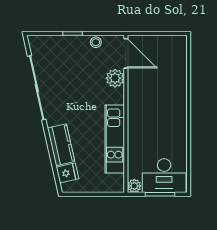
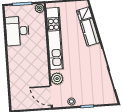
kitchen unit: (115, 139) -> (55, 38), width x1.36
desk: (164, 176) -> (17, 31), moved, turned -90

